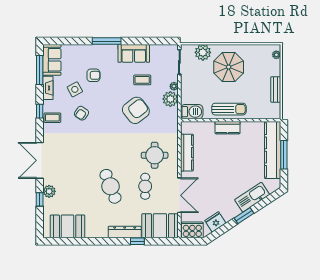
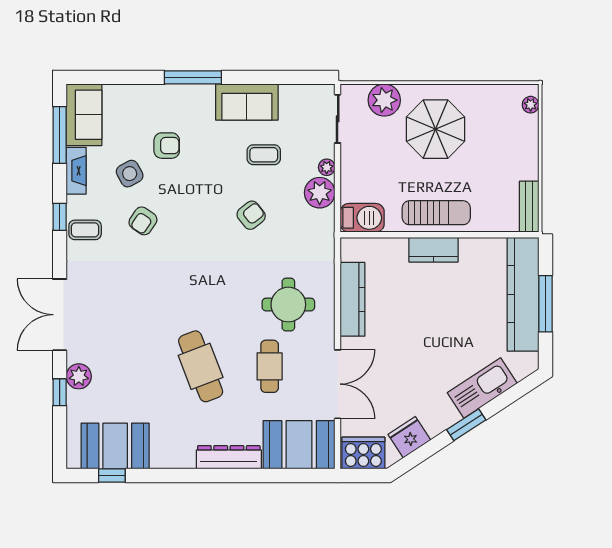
bench: (276, 90) -> (529, 207), moved
armchair: (136, 110) -> (251, 215), width x0.53, depth x0.53
window: (137, 241) -> (112, 476), moved

